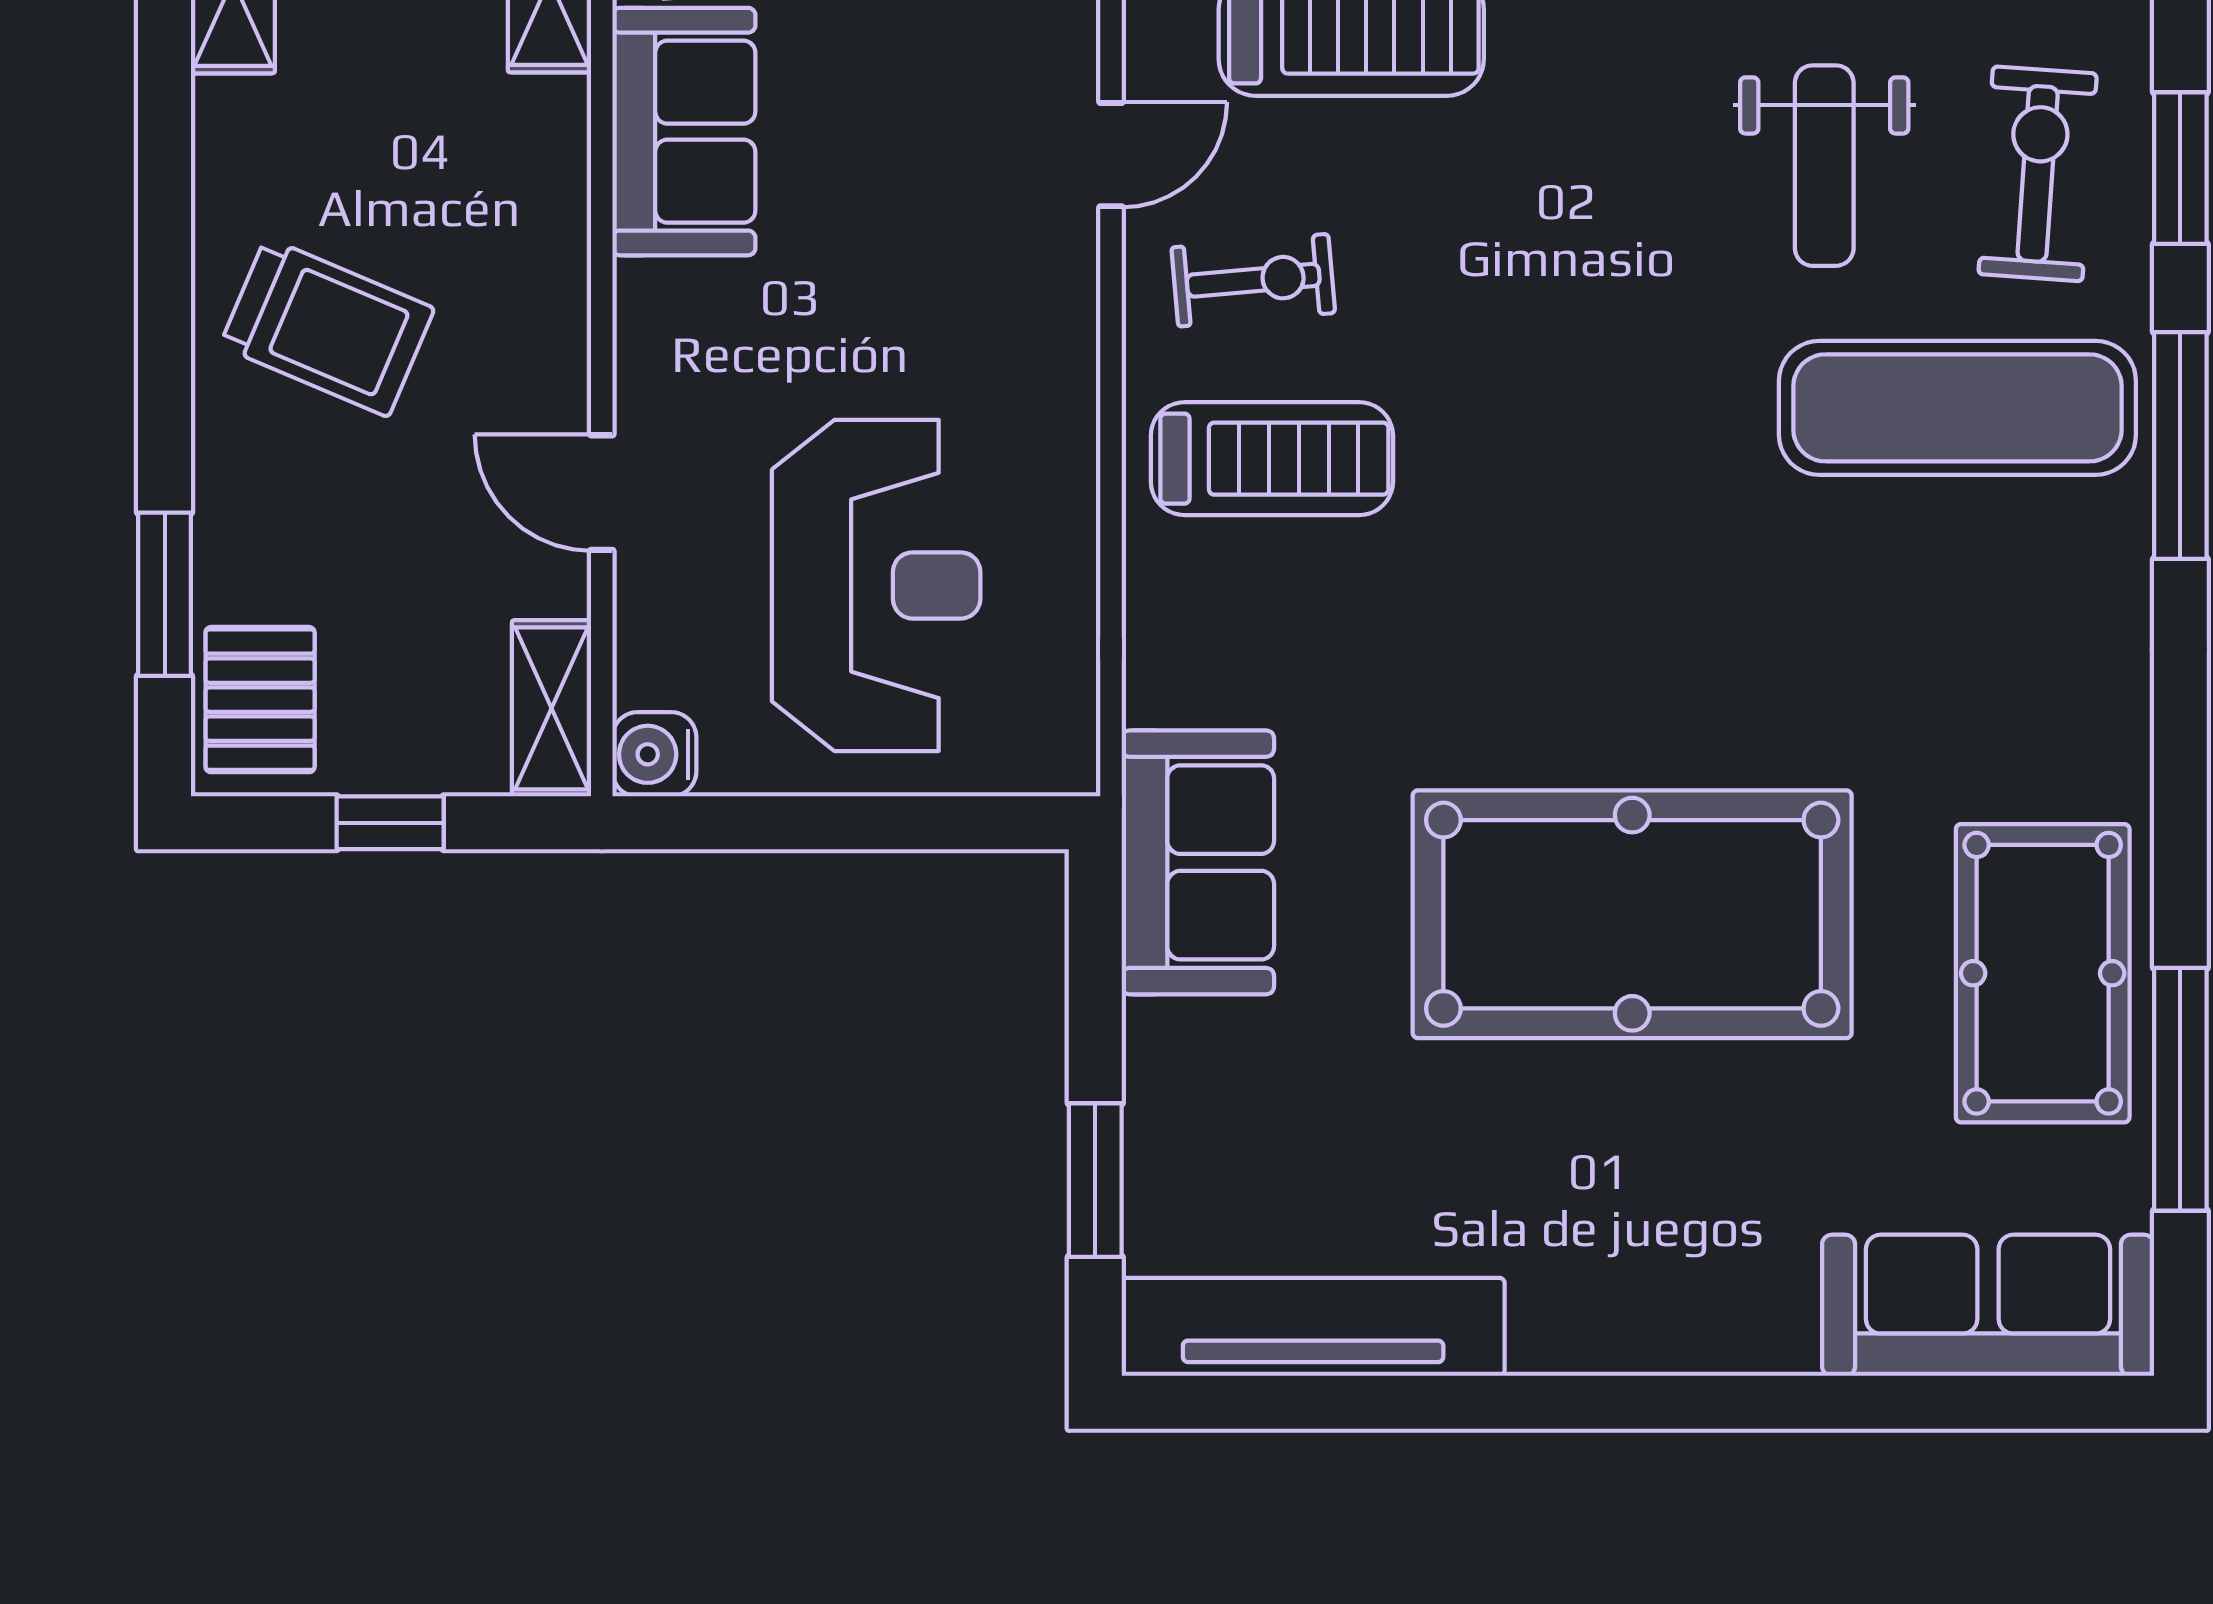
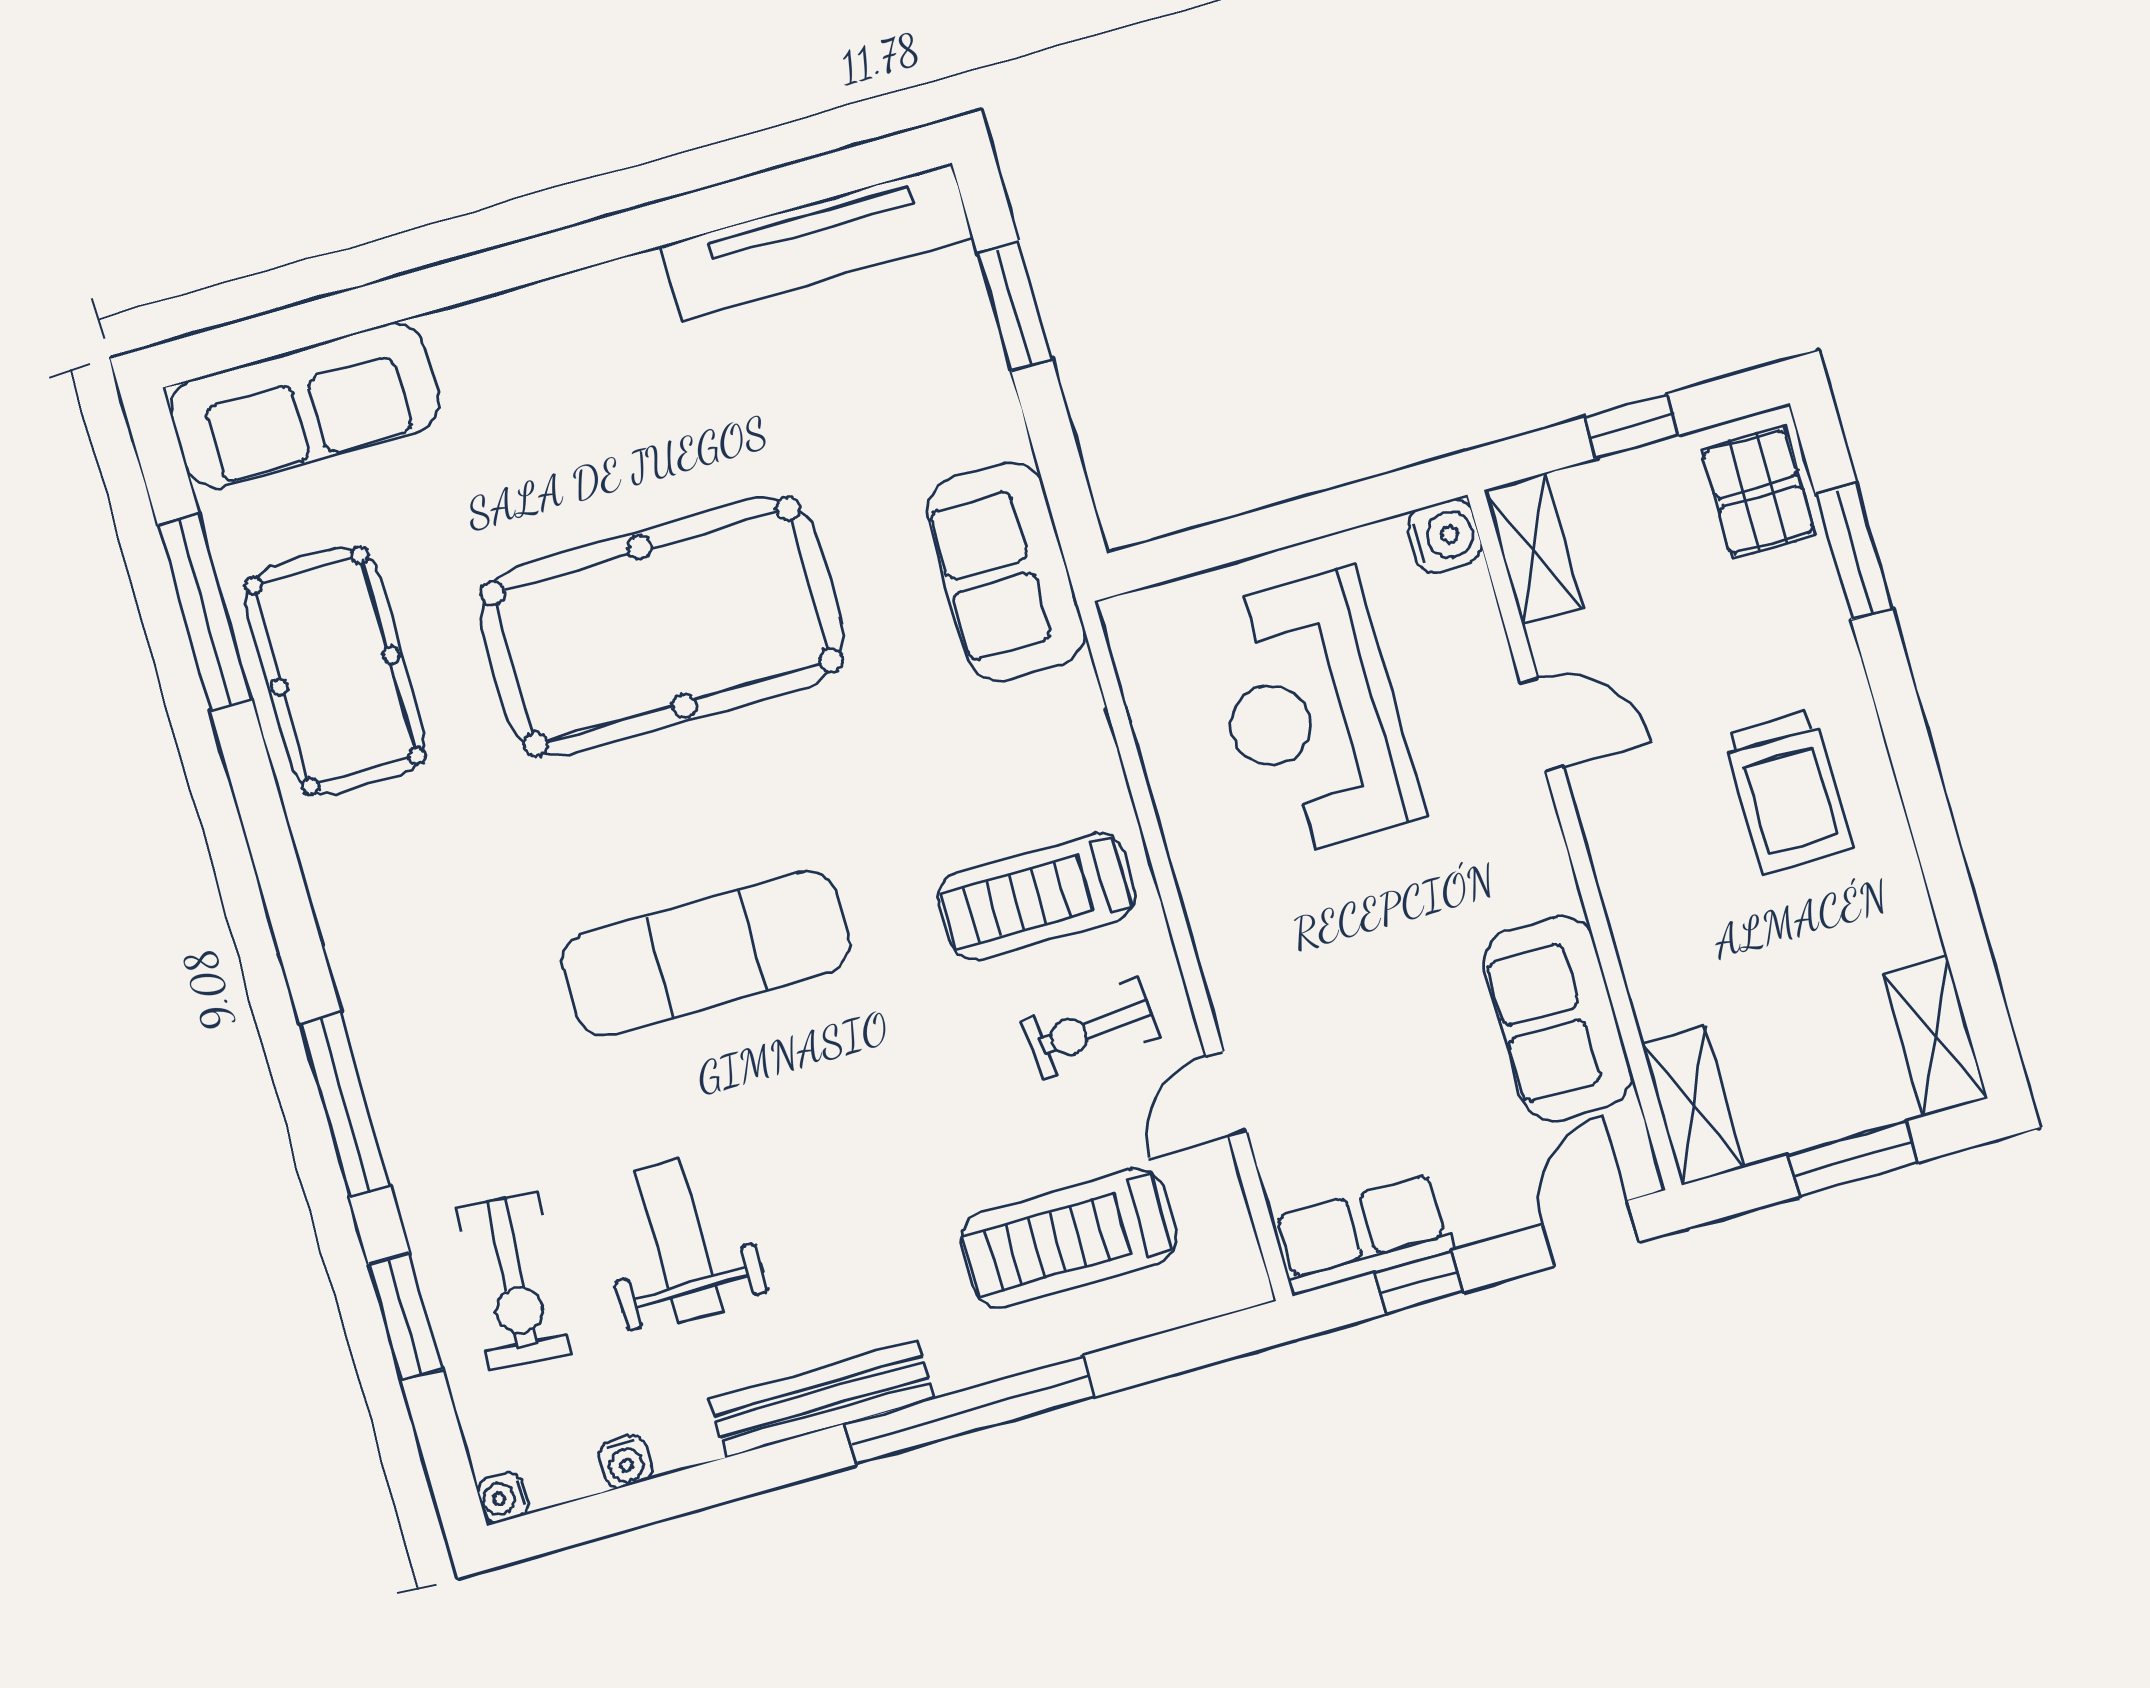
trolley: (327, 327) -> (1788, 791), turned -113
exercise mat: (1957, 408) -> (706, 954), moved

